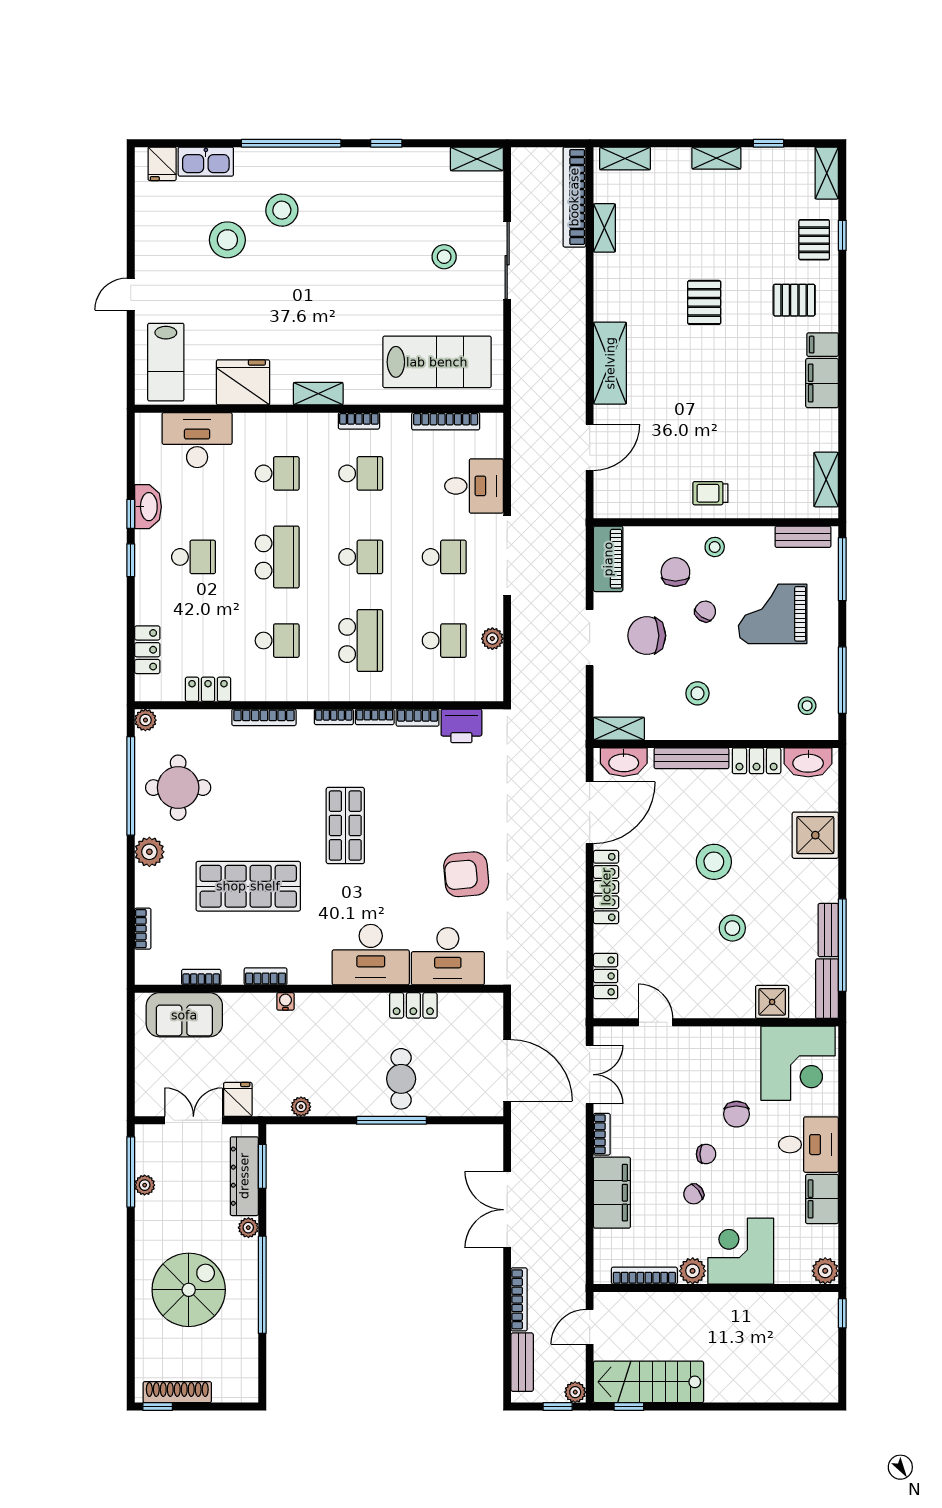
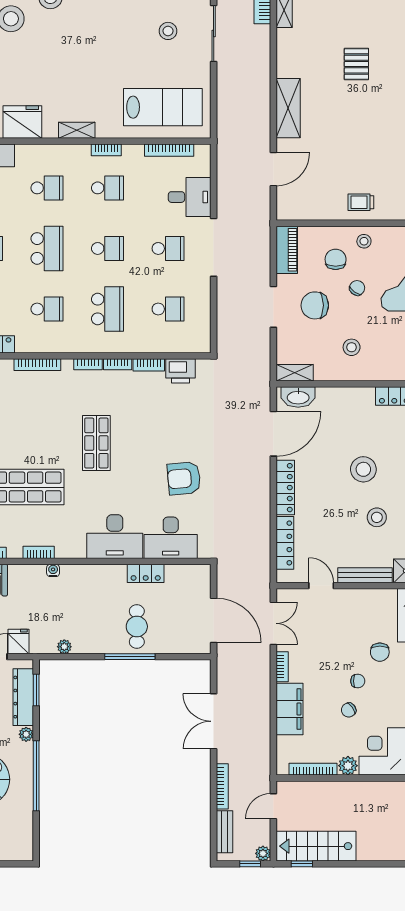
plant: (492, 639) -> (203, 308), removed
bench: (691, 758) -> (365, 575), moved
locker: (606, 976) -> (285, 543), width x1.53

